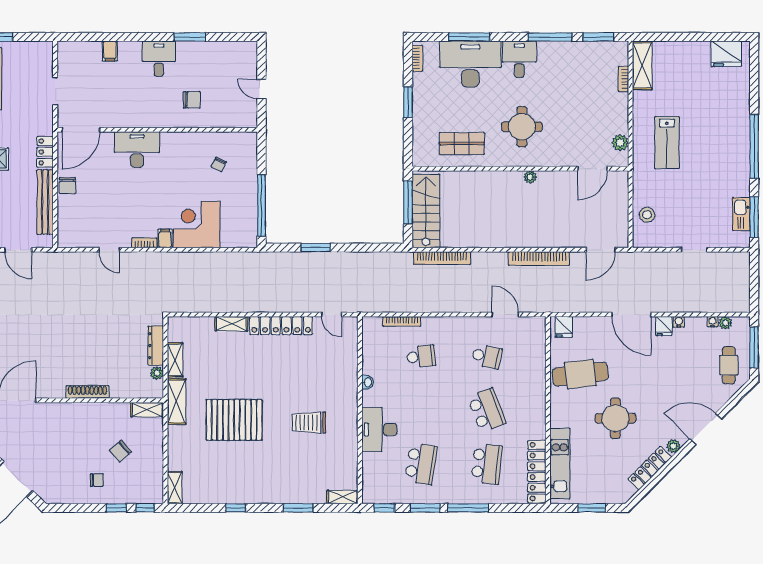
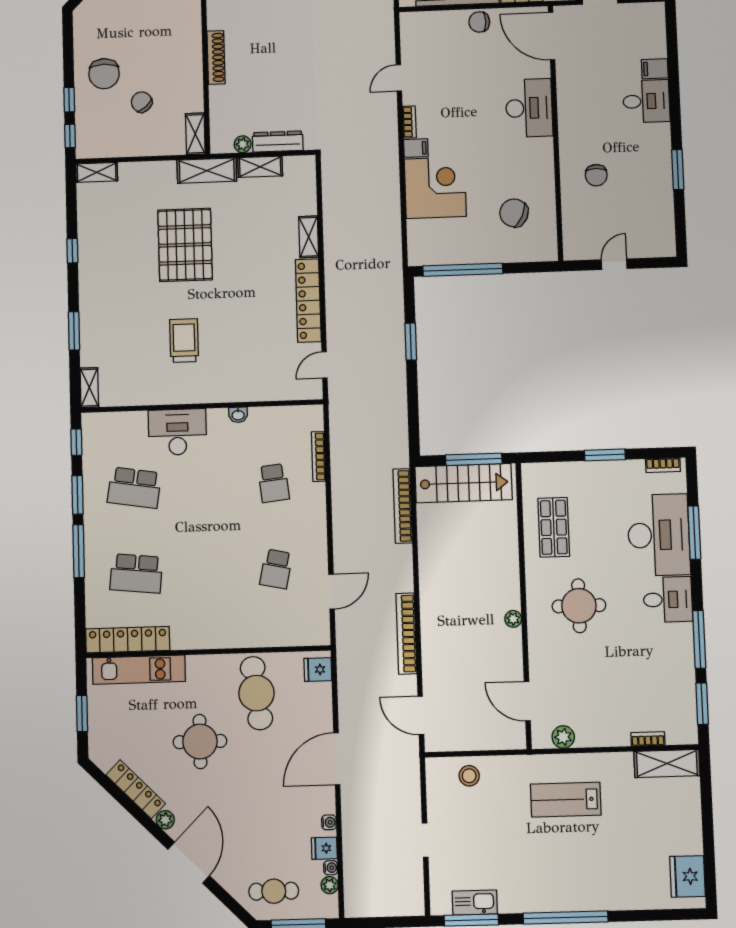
desk: (159, 59) -> (646, 101), moved
chair: (219, 164) -> (514, 213), width x1.87, depth x1.87
fridge: (664, 326) -> (324, 848), moved
school desk: (487, 410) -> (206, 571), removed
chair: (97, 480) -> (104, 74), width x1.87, depth x1.87

